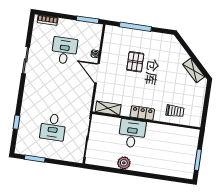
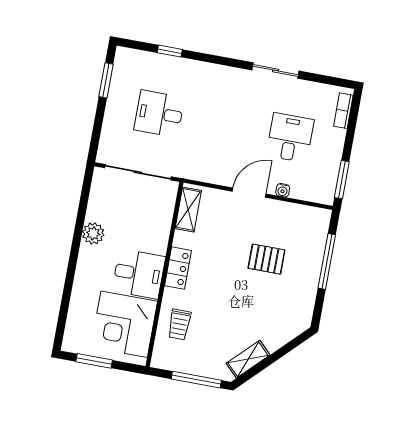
desk: (64, 51) -> (290, 138), turned -90
window: (207, 100) -> (196, 380), added
desk: (132, 134) -> (139, 274), moved
corner desk: (176, 143) -> (124, 324), added

